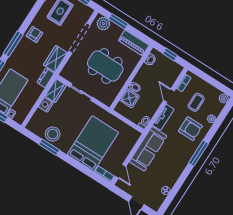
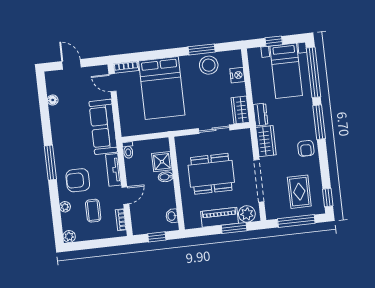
piano: (134, 43) -> (219, 217), moved
door: (169, 96) -> (125, 195), hinge flipped
nightstand: (46, 105) -> (237, 75), moved

